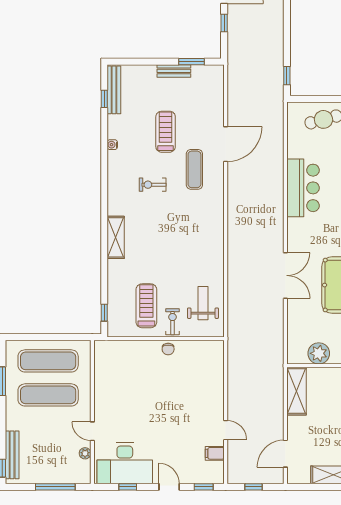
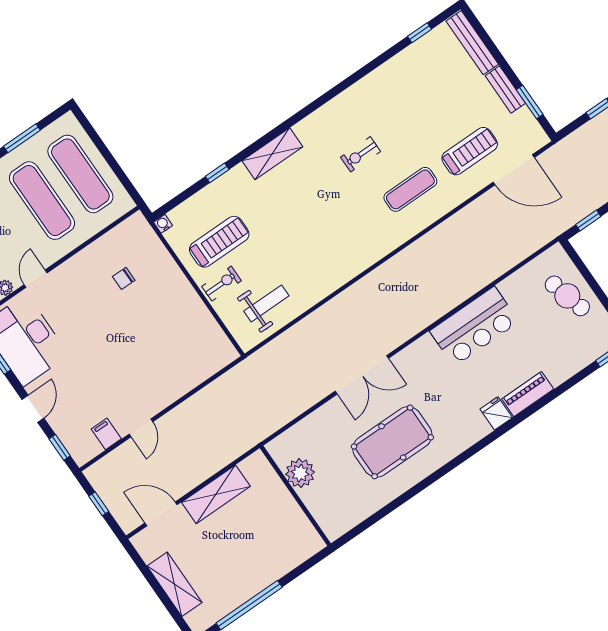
bench: (114, 90) -> (472, 43), moved, turned 90
treadmill: (166, 132) -> (470, 151), moved
door: (226, 144) -> (514, 170), moved
water cooler: (112, 145) -> (163, 224), moved
exercise bike: (153, 185) -> (361, 154), turned -90
window: (104, 313) -> (217, 173), moved
chair: (168, 349) -> (124, 278), moved
shelving: (297, 391) -> (216, 494), moved

